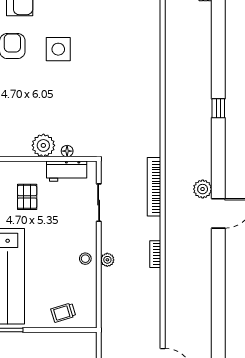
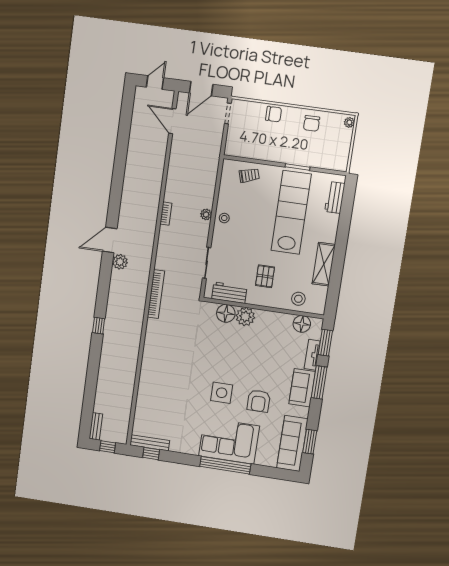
floor lamp: (67, 151) -> (226, 313), width x1.89, depth x1.89
bookcase: (154, 187) -> (156, 294), moved

